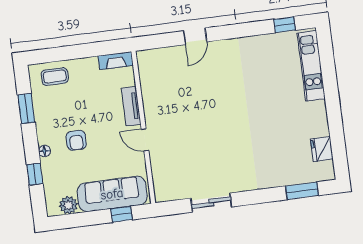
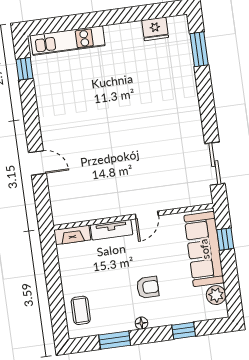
fireplace: (116, 61) -> (72, 235), moved, turned 90
floor lamp: (44, 151) -> (141, 323), moved
sliding door: (211, 203) -> (215, 164), moved

